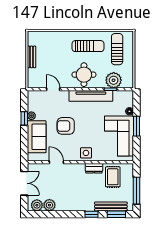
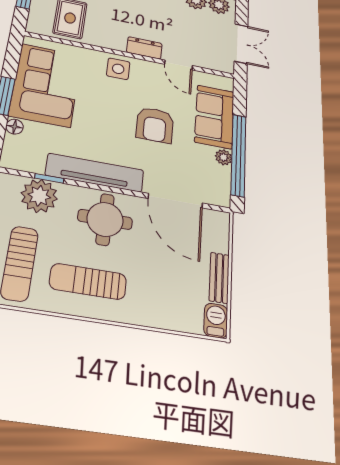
barbecue: (32, 38) -> (216, 321), added
door: (53, 89) -> (175, 201), width x1.87
window: (24, 118) -> (238, 155), width x3.17
armchair: (66, 126) -> (155, 125), turned 90
dresser: (94, 168) -> (144, 48), moved
double door: (24, 183) -> (241, 44), swing flipped

